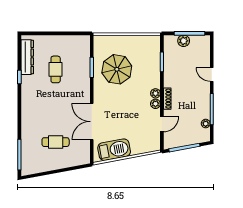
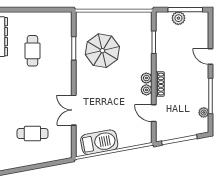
double door: (92, 122) -> (74, 110), width x0.73
door: (162, 124) -> (154, 113), swing flipped

